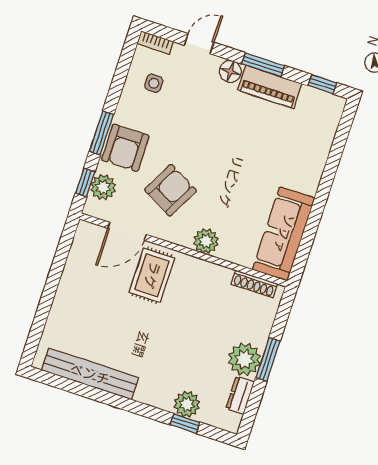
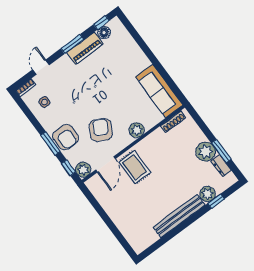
floor lamp: (230, 71) -> (104, 33), moved
plant: (103, 187) -> (83, 170), moved
window: (268, 359) -> (221, 151), moved
bench: (90, 374) -> (179, 216), moved

